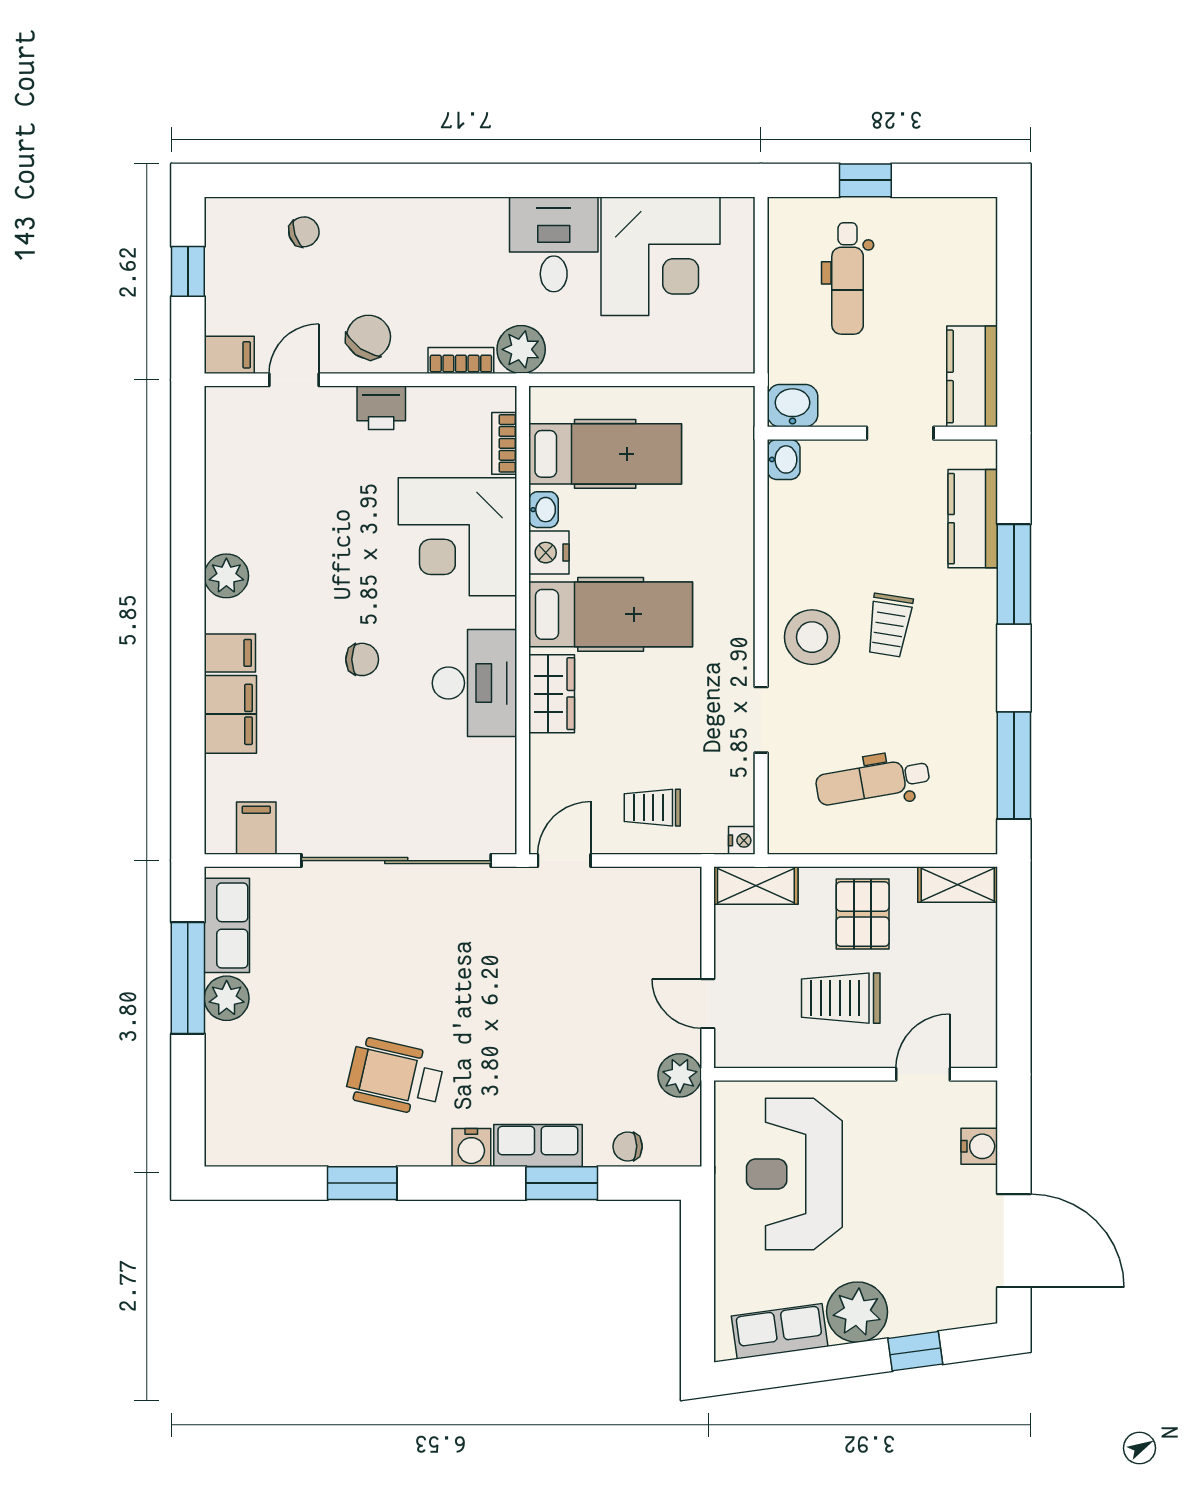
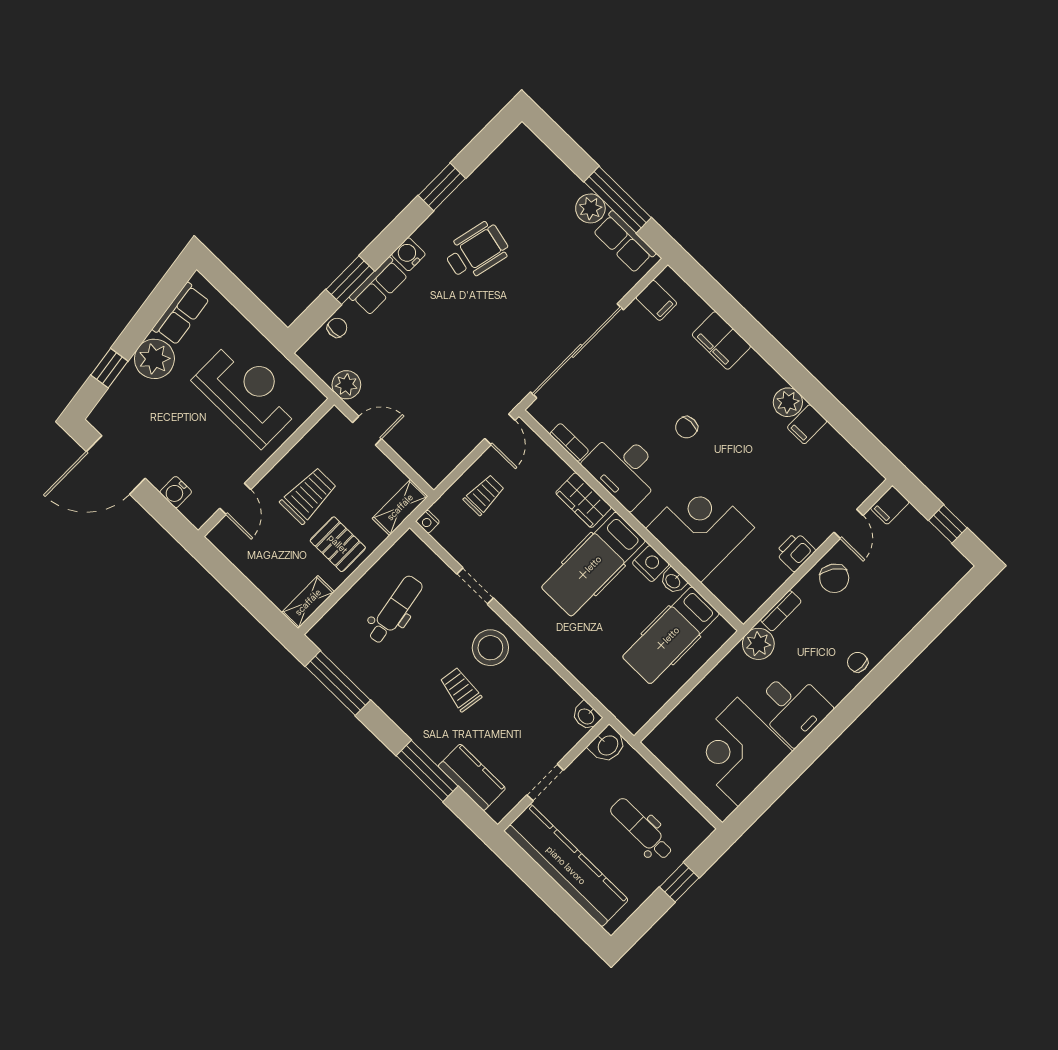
chair: (304, 232) -> (858, 662), moved, turned 109
kitchen counter: (972, 376) -> (566, 865), width x2.08, depth x1.17
bookcase: (504, 443) -> (569, 442), moved
filing cabinet: (230, 653) -> (807, 424), moved

